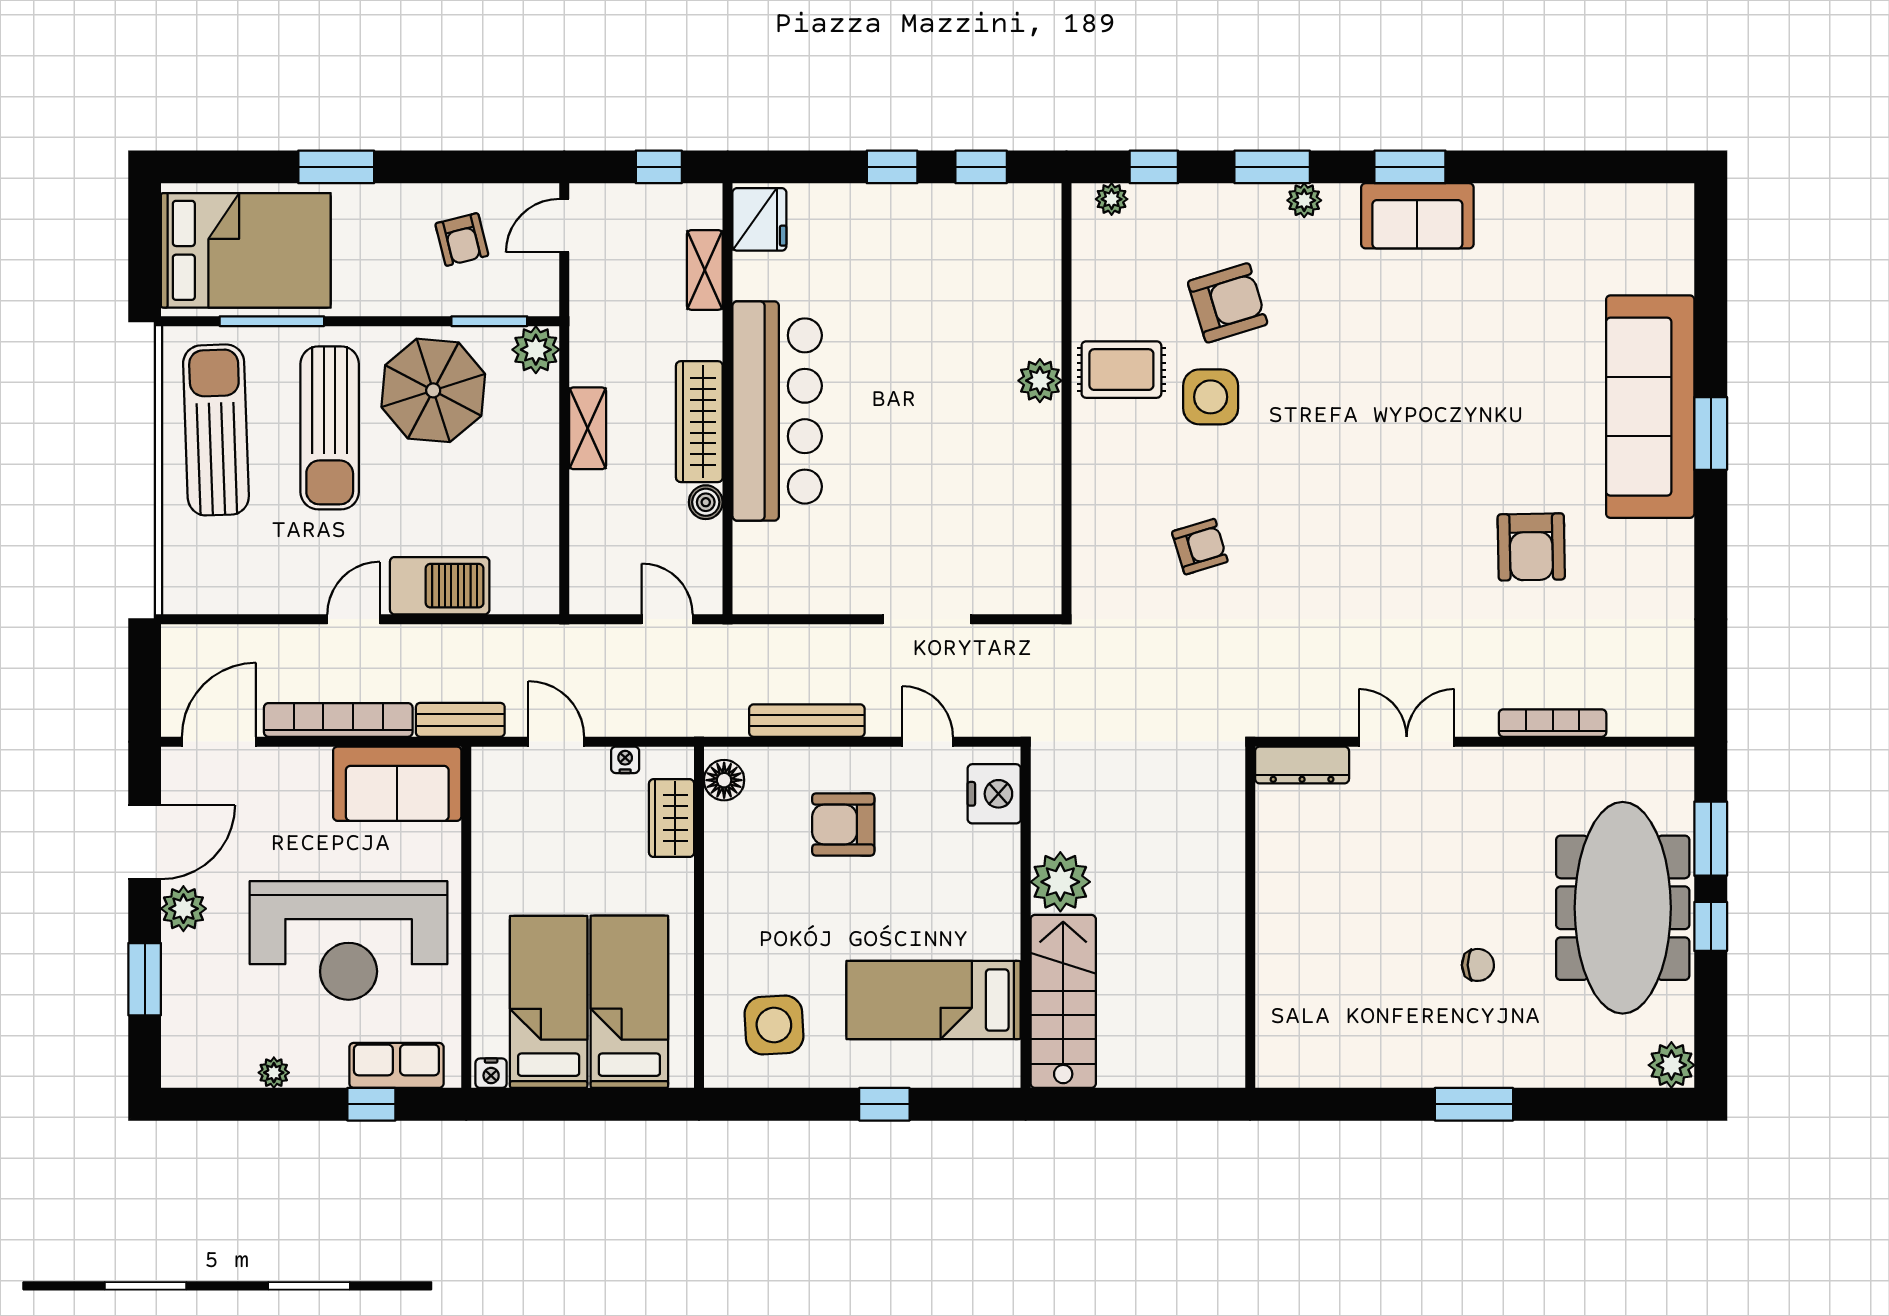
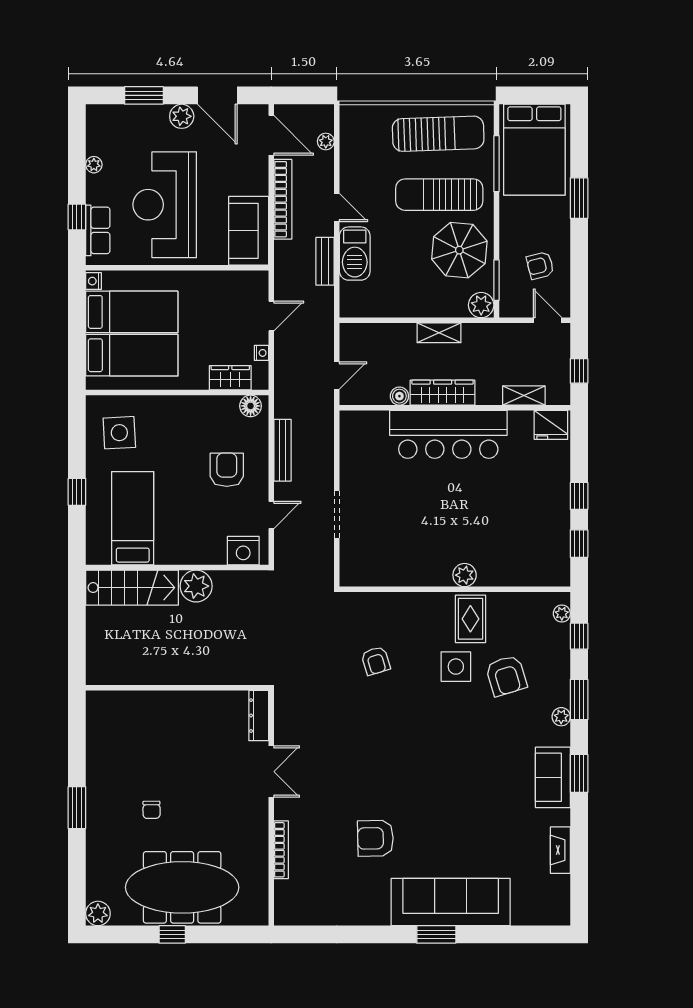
fireplace: (1553, 202) -> (560, 850), added
plant: (231, 640) -> (326, 141), added
bench: (460, 720) -> (325, 261), moved
window: (1711, 839) -> (219, 934), removed

